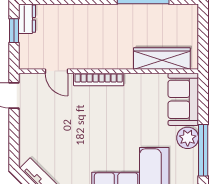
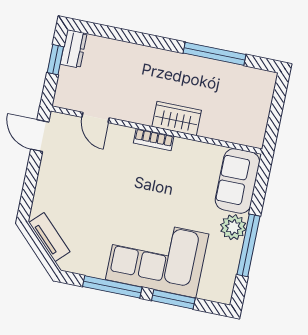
wardrobe: (162, 58) -> (177, 119), moved, width x0.67
bookcase: (99, 79) -> (154, 139), width x0.64

